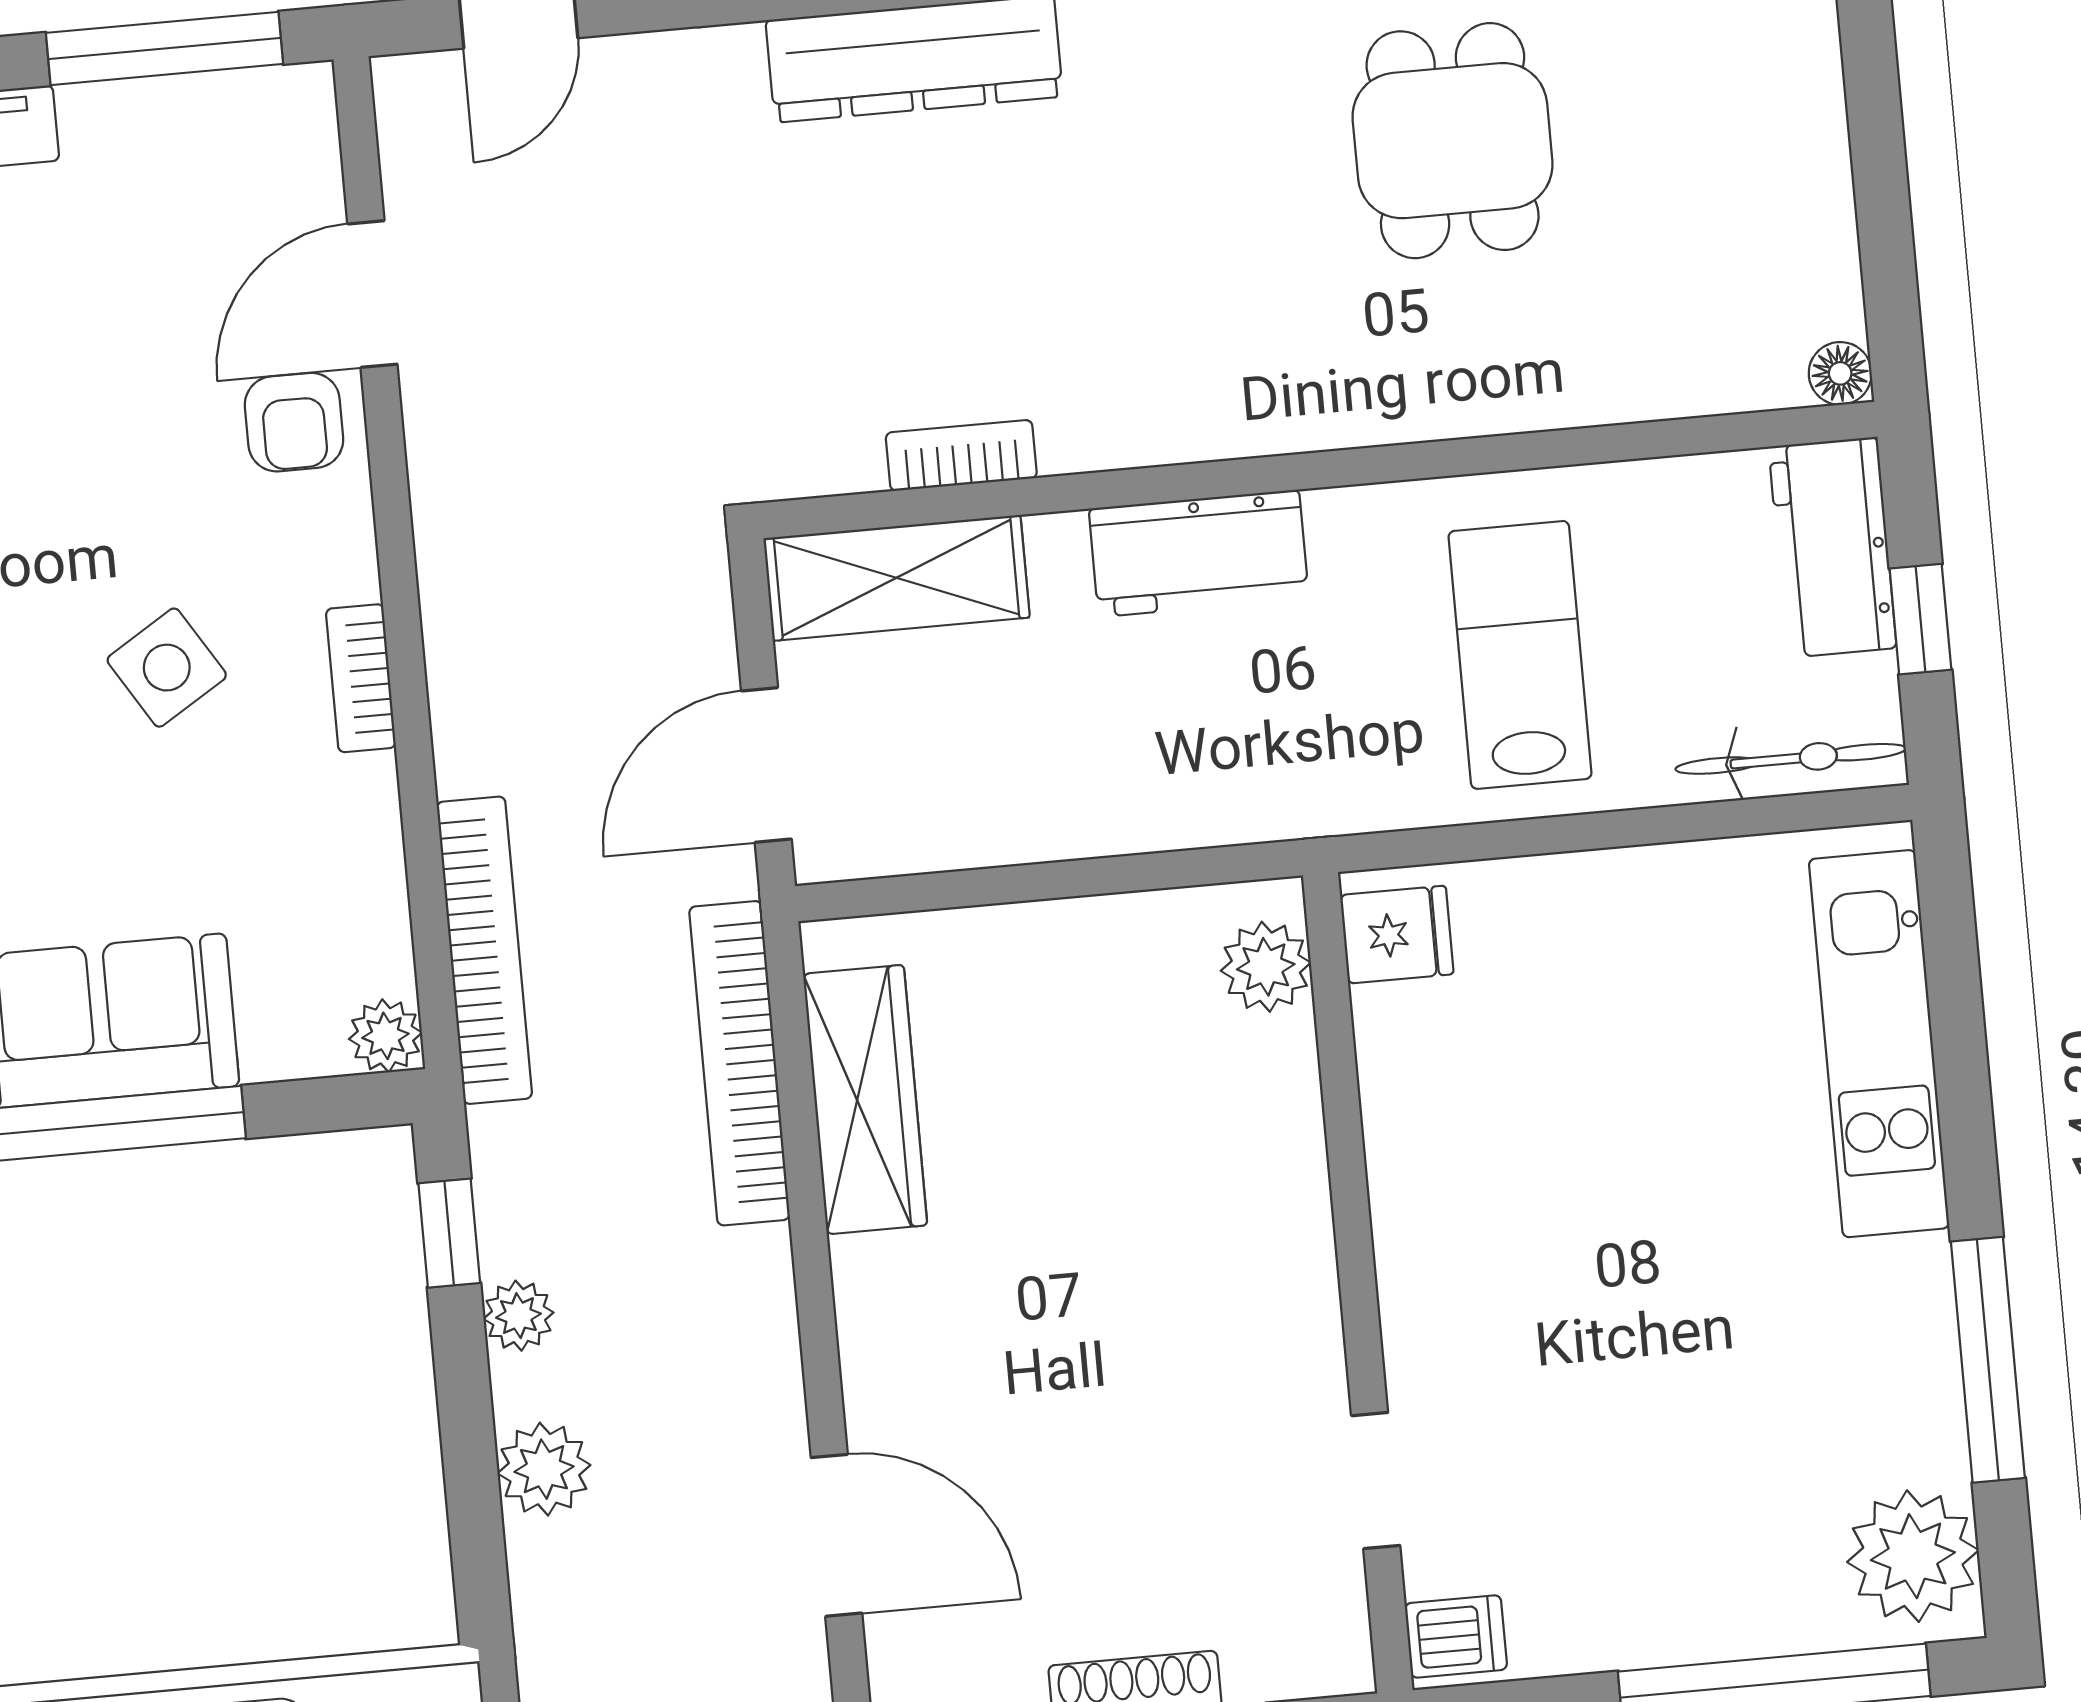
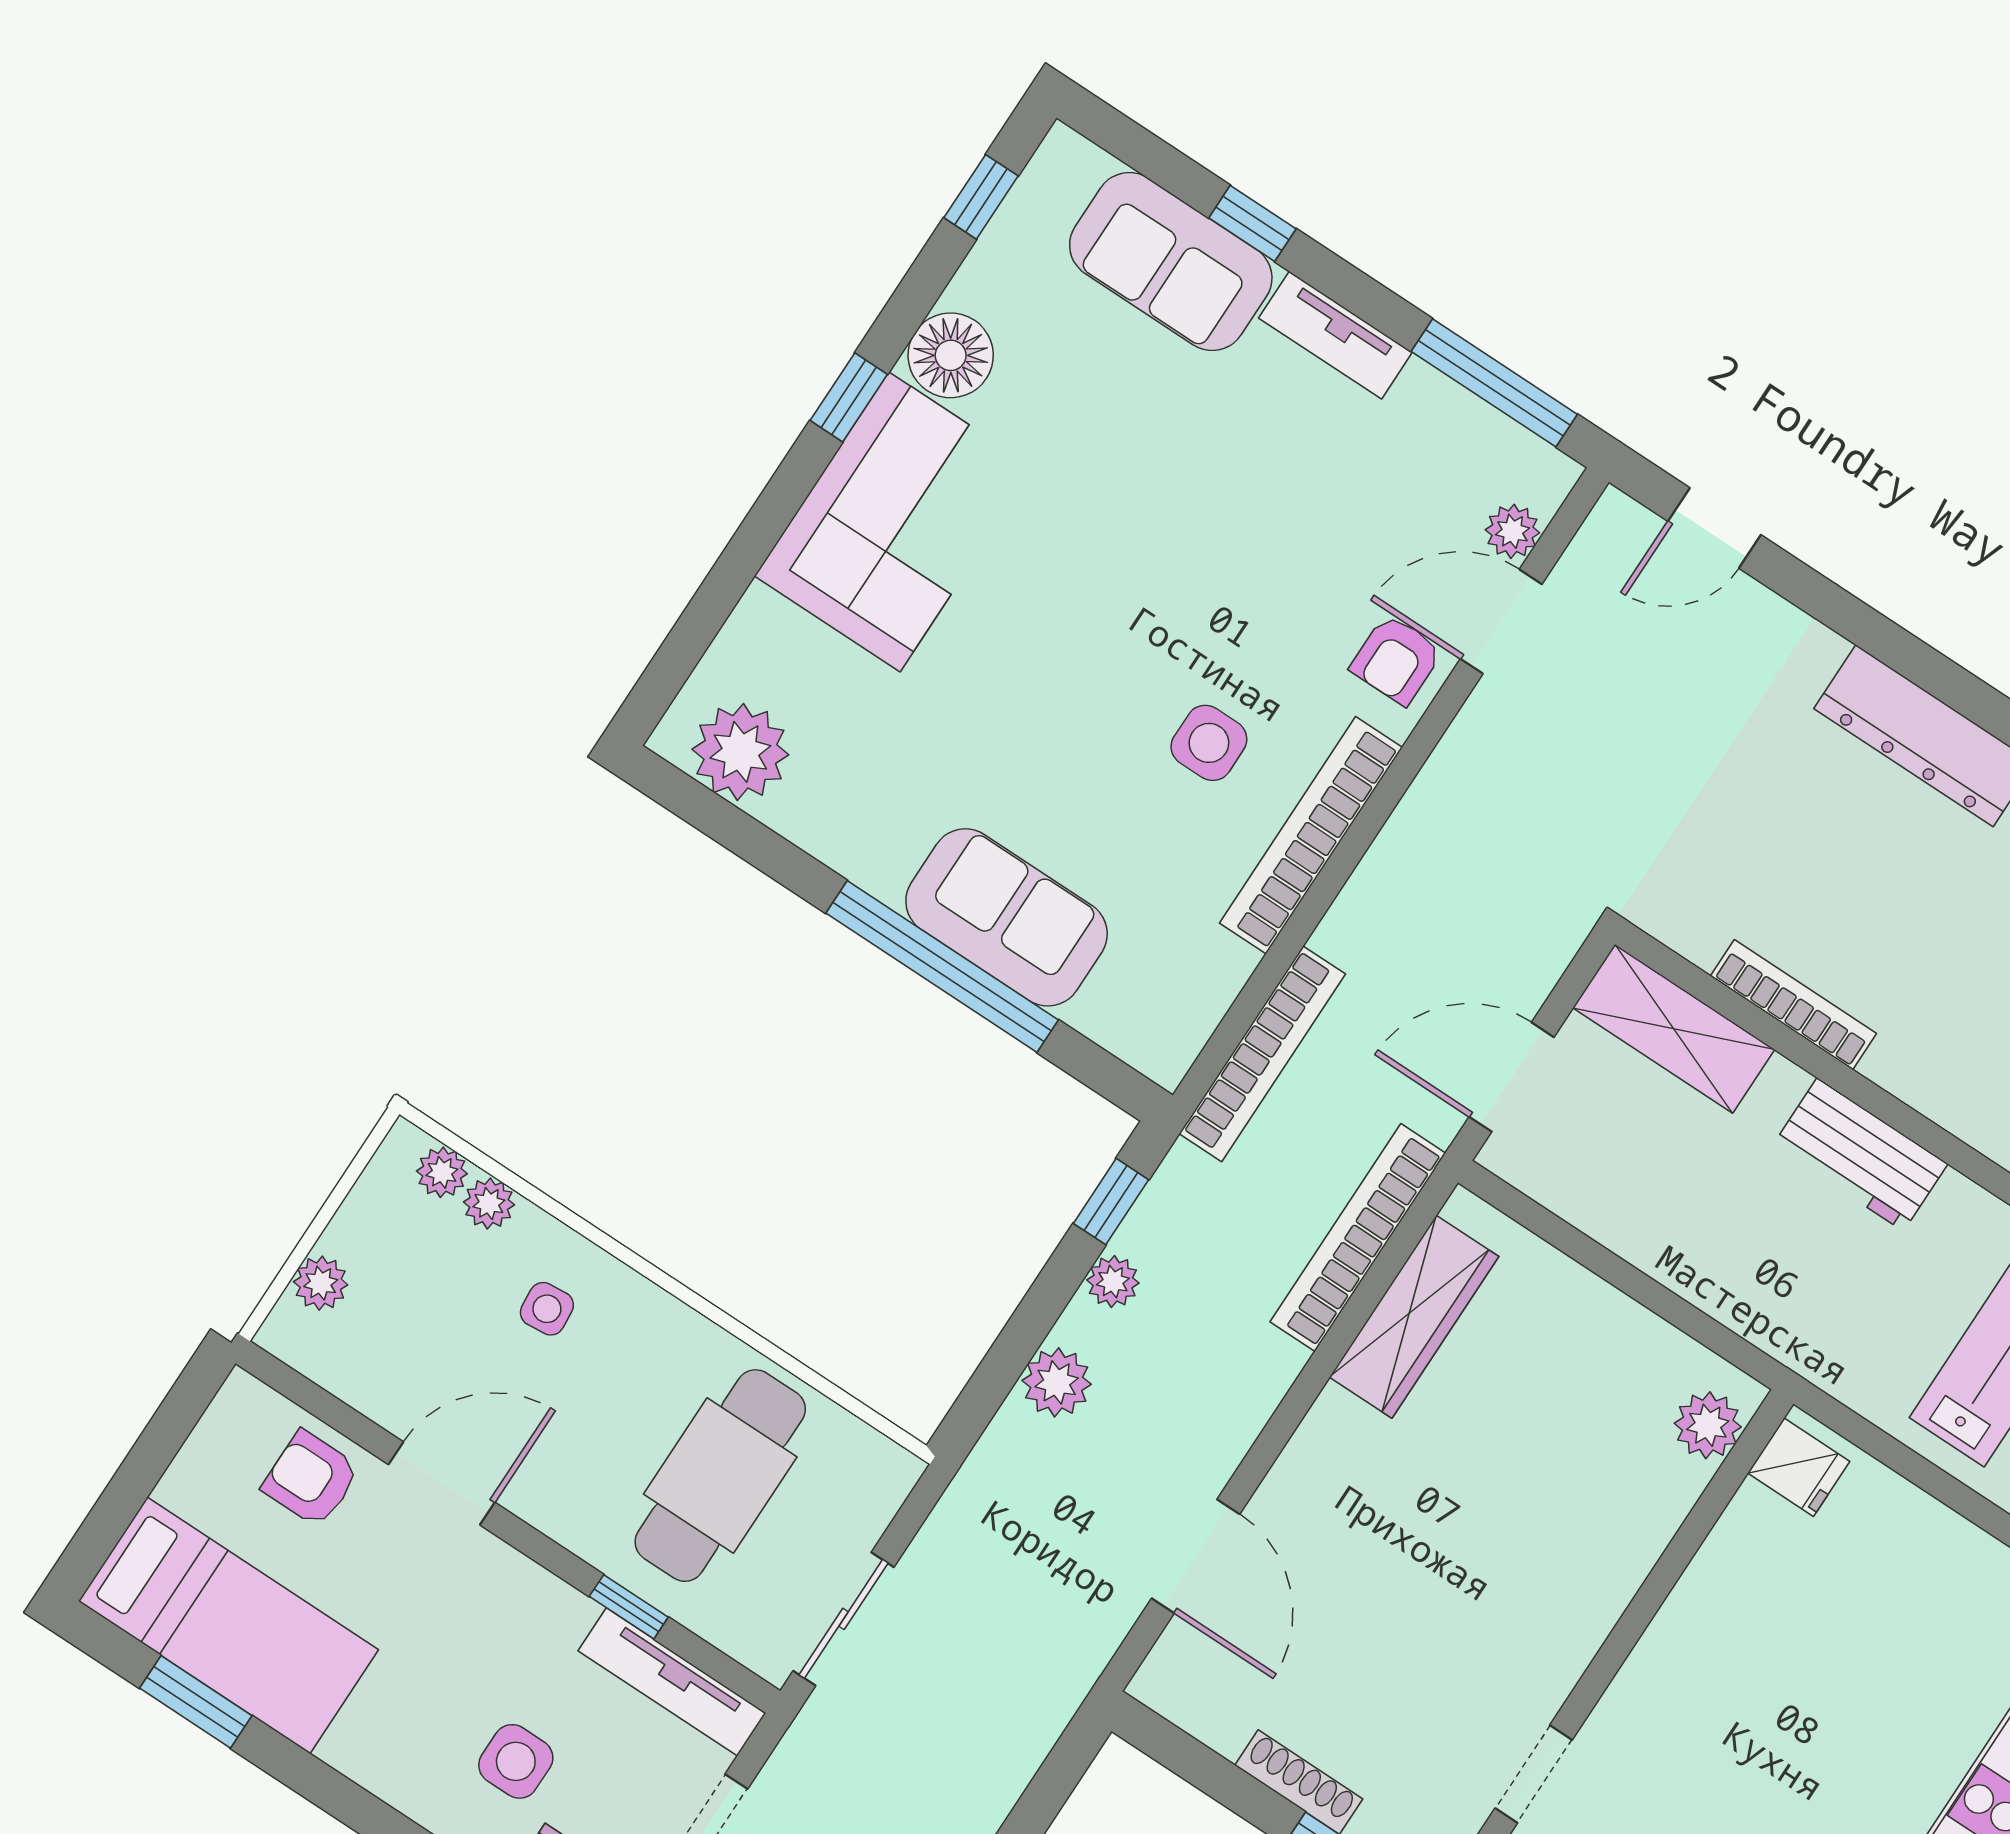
bookcase: (961, 455) -> (1793, 1005), width x1.56
side table: (167, 668) -> (1209, 743), turned 32
bookcase: (361, 678) -> (1311, 835), width x2.31, depth x1.31
plant: (385, 1036) -> (1512, 531), moved

